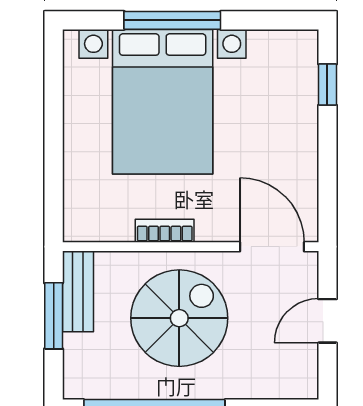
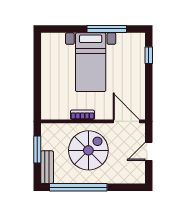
window: (172, 20) -> (107, 29), moved
bed with nightstands: (163, 102) -> (91, 62), width x0.73
bench: (78, 291) -> (47, 167), moved

